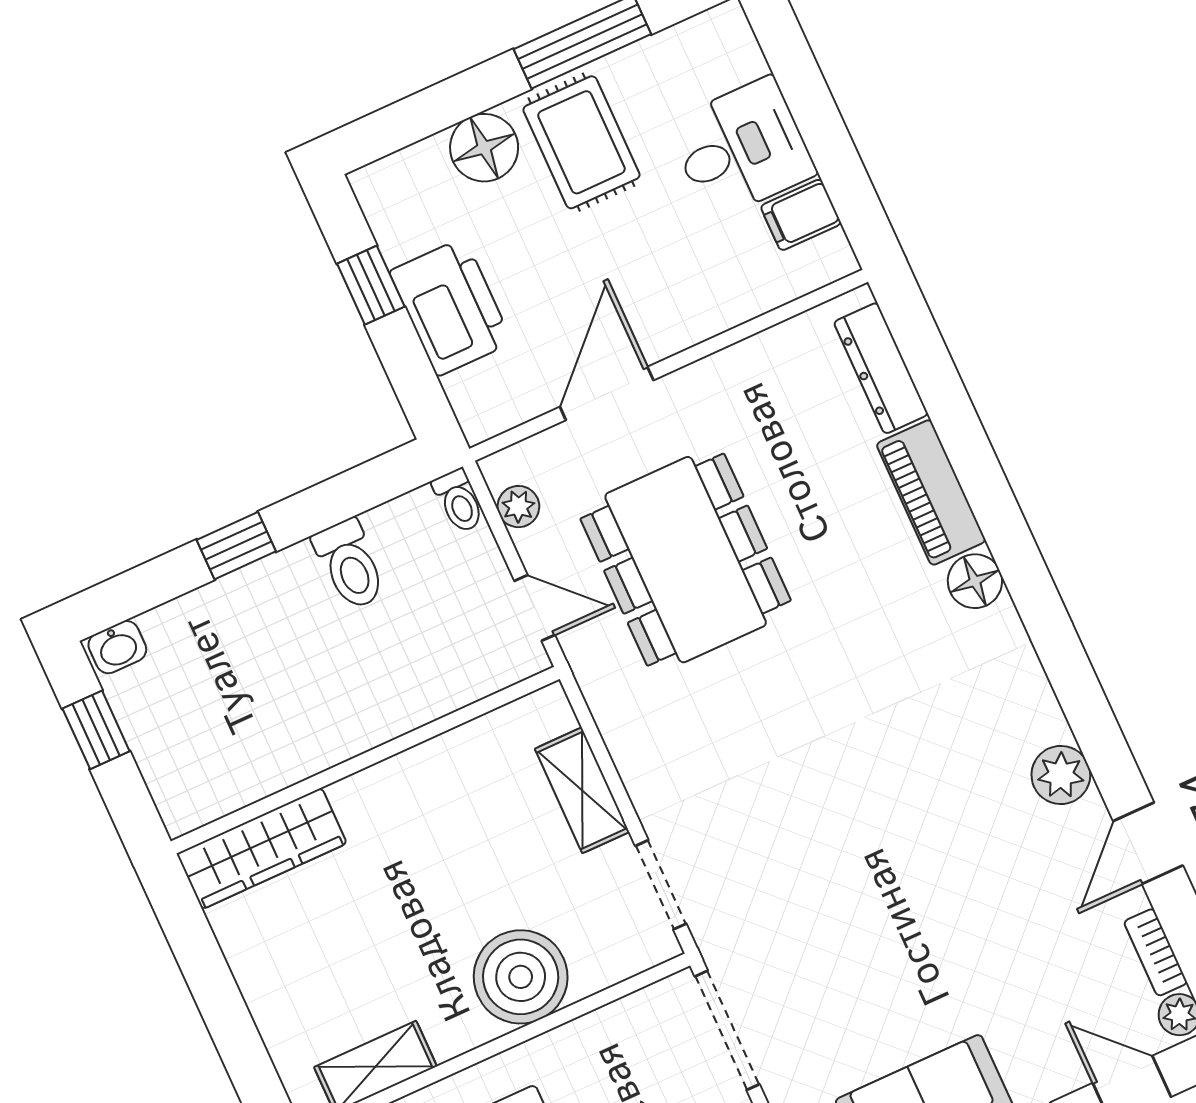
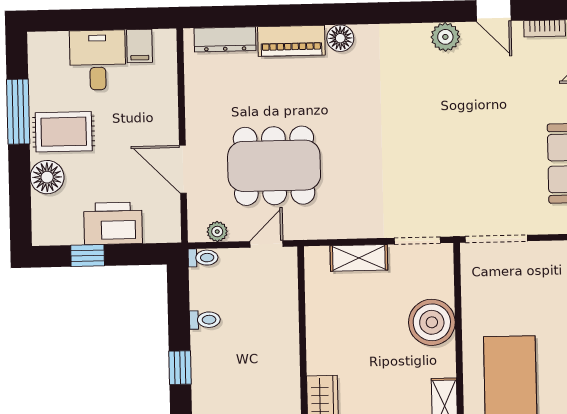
toilet: (350, 564) -> (205, 320), width x0.73, depth x0.72

